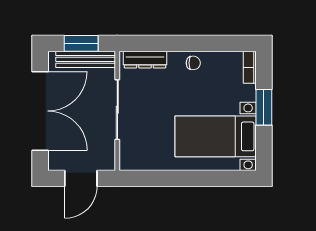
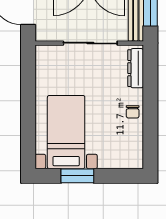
bookcase: (250, 67) -> (129, 163), removed
window: (264, 107) -> (77, 176), moved

